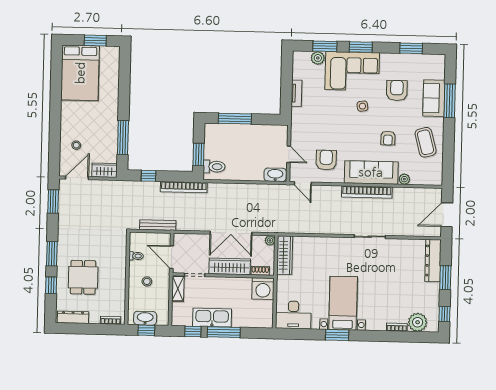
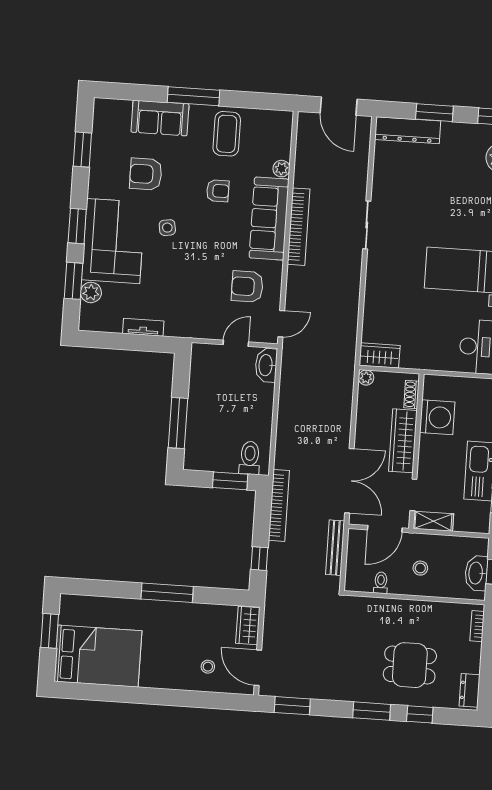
window: (450, 101) -> (194, 96), moved
window: (123, 138) -> (167, 593), moved
coffee table: (426, 142) -> (227, 134), turned -75
double door: (231, 233) -> (349, 481), moved
wardrobe: (285, 255) -> (380, 355), width x0.67
washing machine: (263, 289) -> (437, 417), moved
dresser: (73, 317) -> (470, 690), width x0.70

